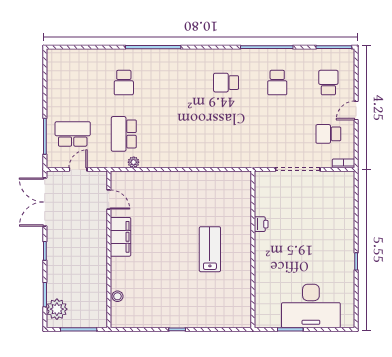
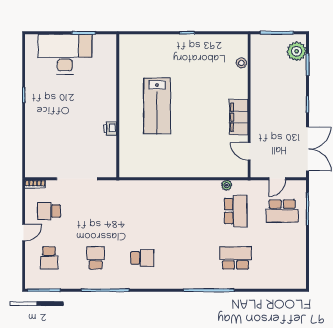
school desk: (124, 83) -> (236, 258), width x1.85
school desk: (328, 134) -> (49, 211), turned 180
lab bench: (210, 249) -> (157, 106), width x1.36, depth x1.39

